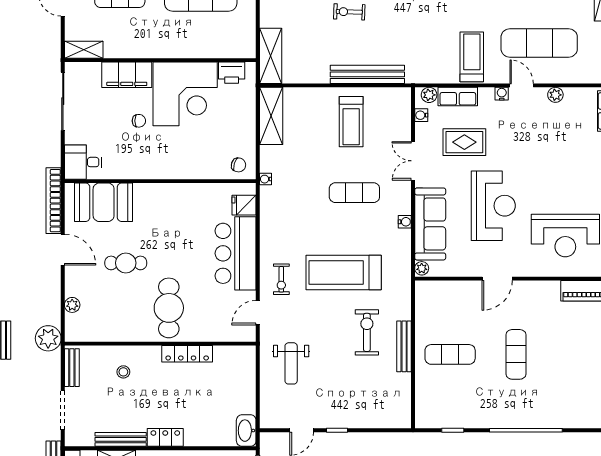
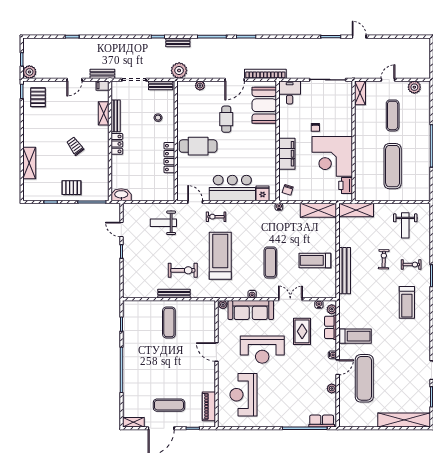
filing cabinet: (127, 75) -> (287, 154), moved, turned 180
exercise mat: (516, 354) -> (169, 405), moved

